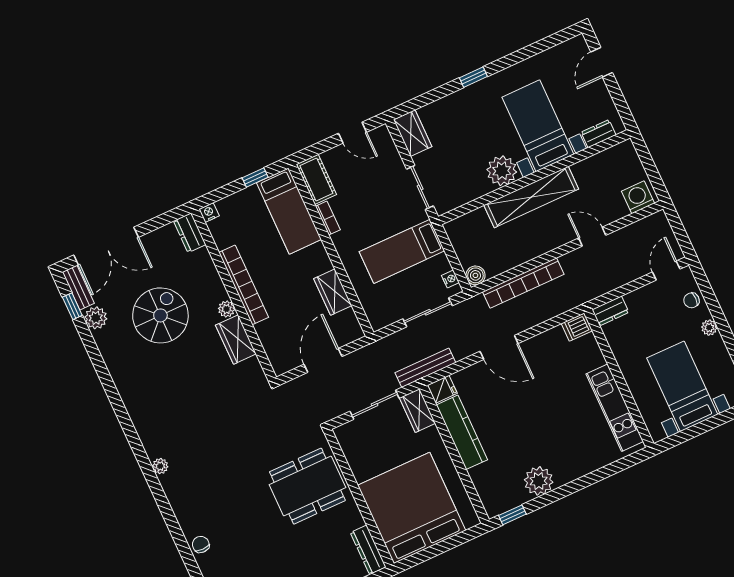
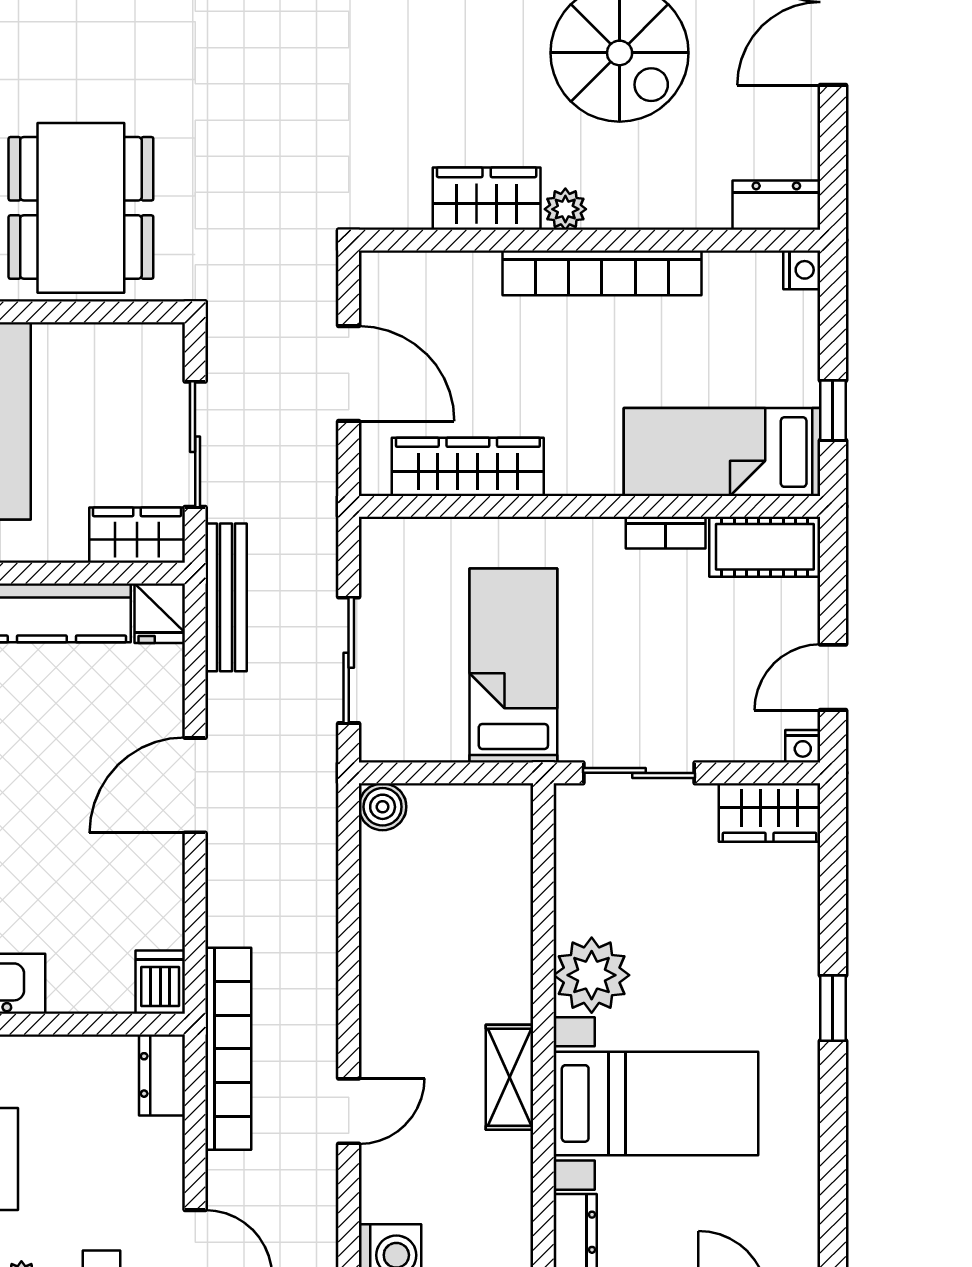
shelving: (531, 197) -> (510, 1077), width x0.45, depth x0.75
nightstand: (450, 279) -> (803, 746), moved
bookcase: (523, 283) -> (228, 1049), moved, turned 180
wardrobe: (333, 292) -> (468, 467), width x1.50

